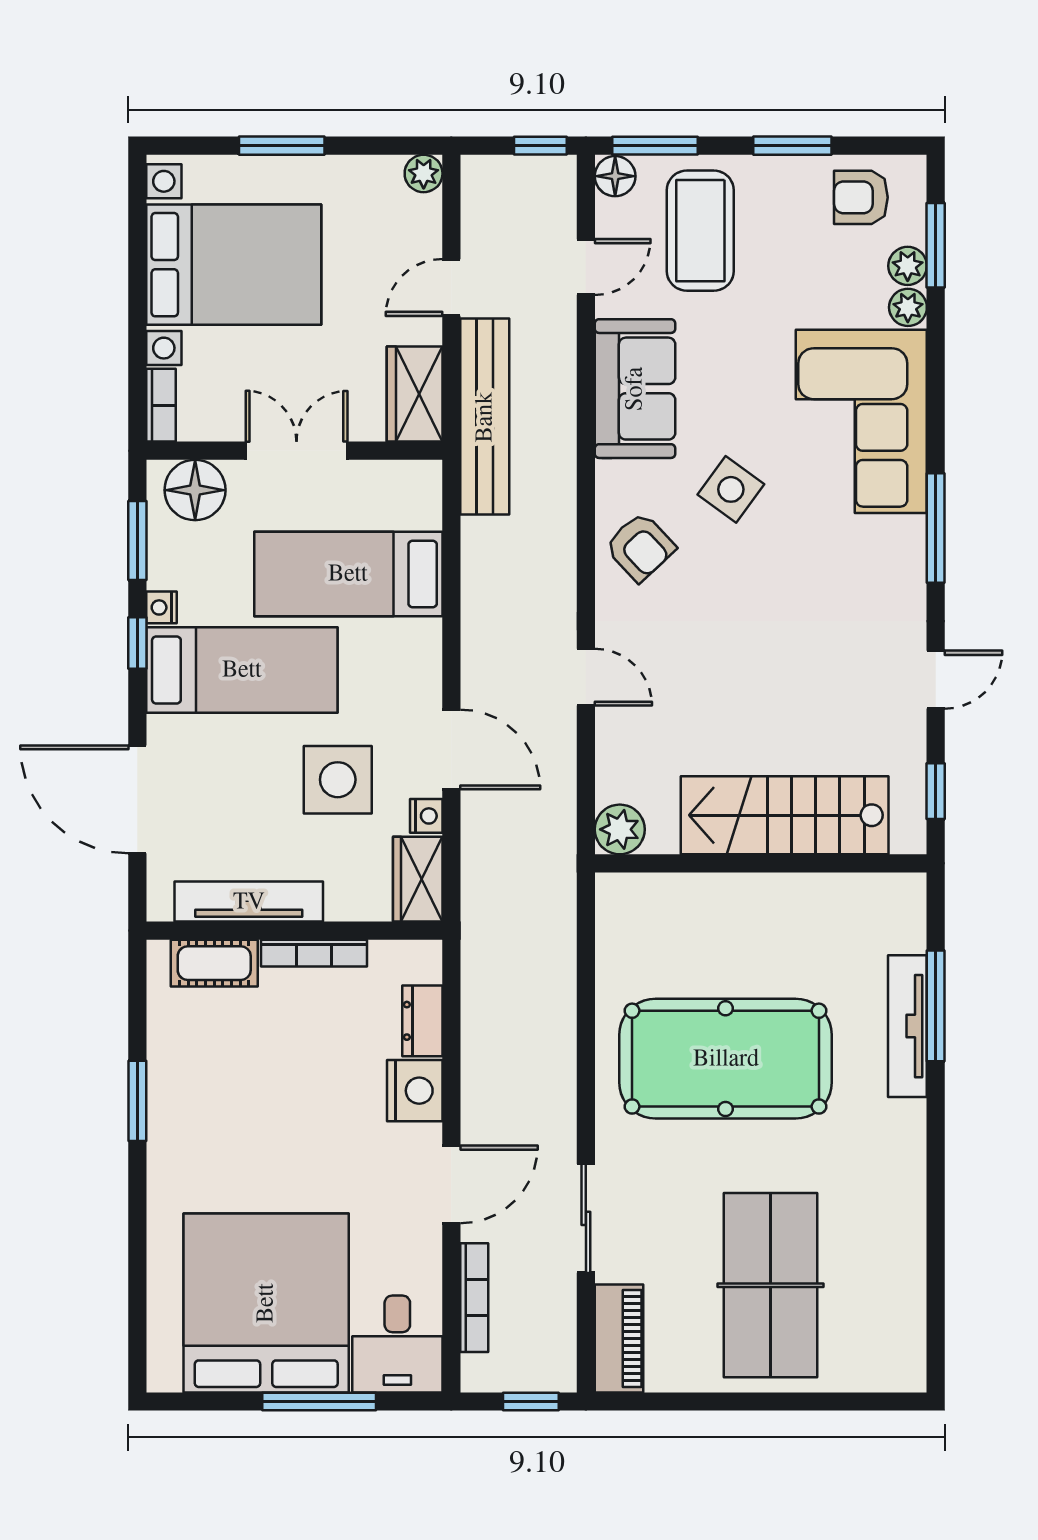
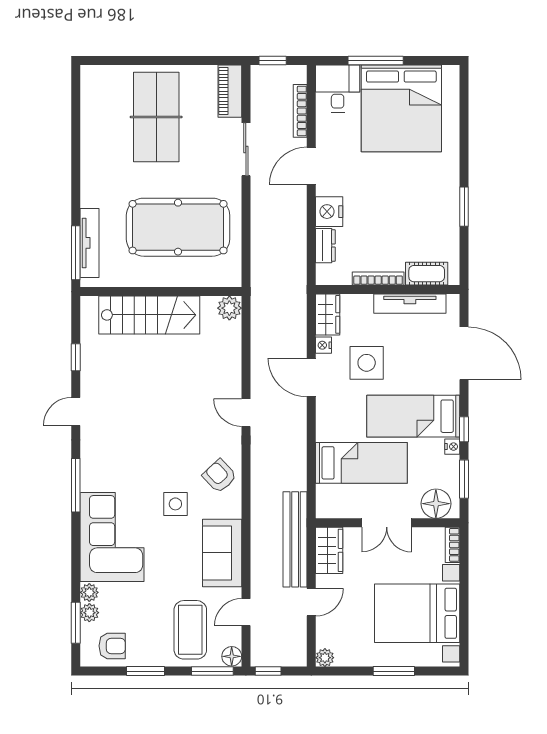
side table: (731, 489) -> (175, 504), turned -36
stairs: (785, 815) -> (149, 315), moved
plant: (620, 829) -> (229, 308), moved
wall: (761, 863) -> (161, 292), moved

